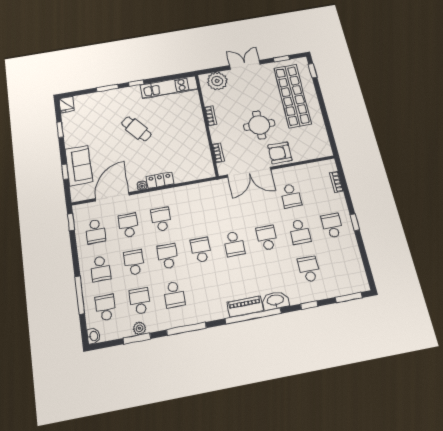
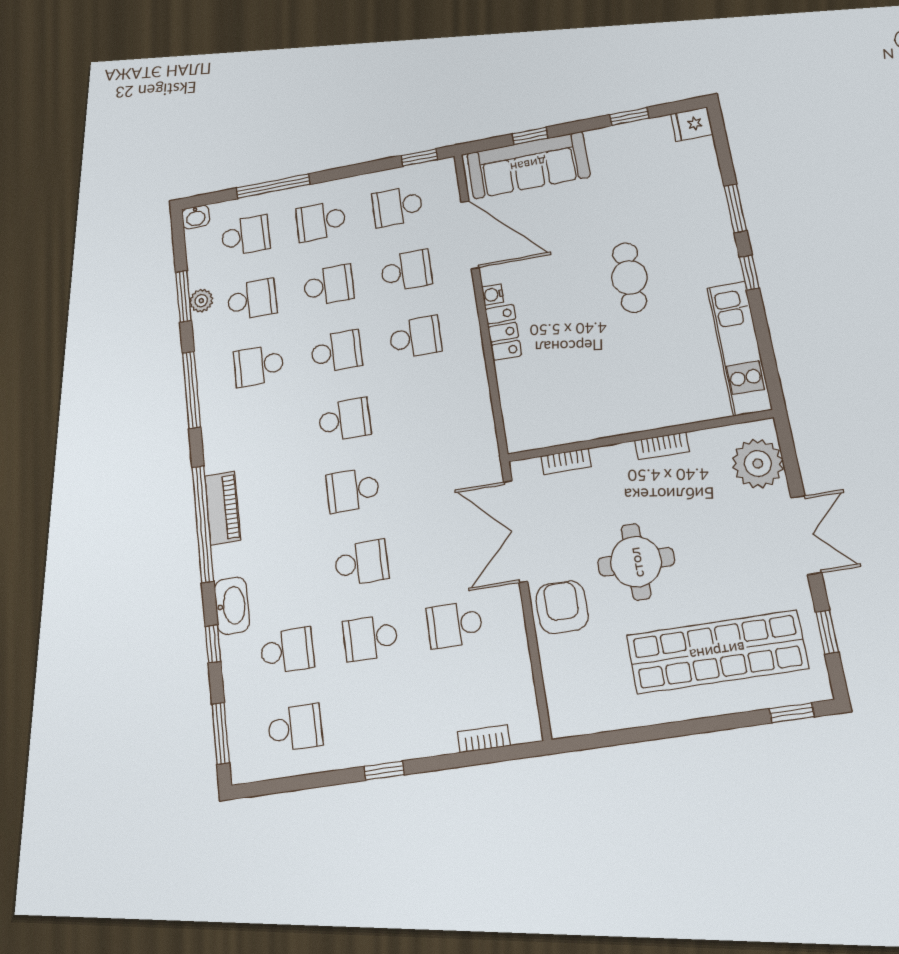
cafe table: (136, 129) -> (629, 277), turned -49
sofa: (79, 166) -> (528, 165), width x1.36
school desk: (332, 226) -> (295, 728), moved
washbasin: (275, 300) -> (232, 606), moved

